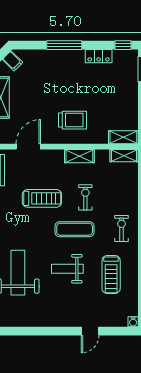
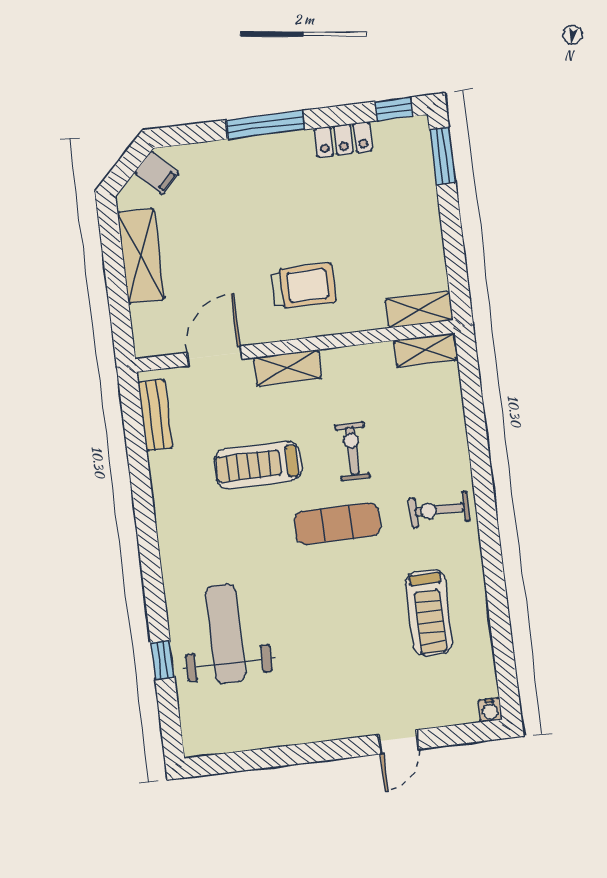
shelving: (79, 156) -> (287, 368), moved
treadmill: (42, 198) -> (258, 465), turned 180
exercise bike: (121, 229) -> (439, 510), turned -90
weight bench: (67, 269) -> (332, 612), removed

